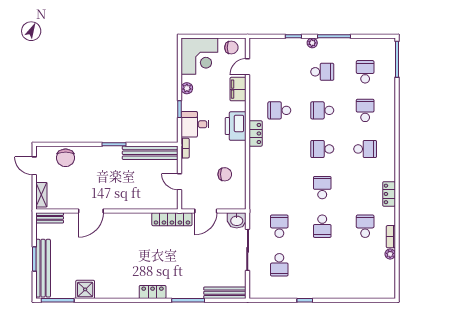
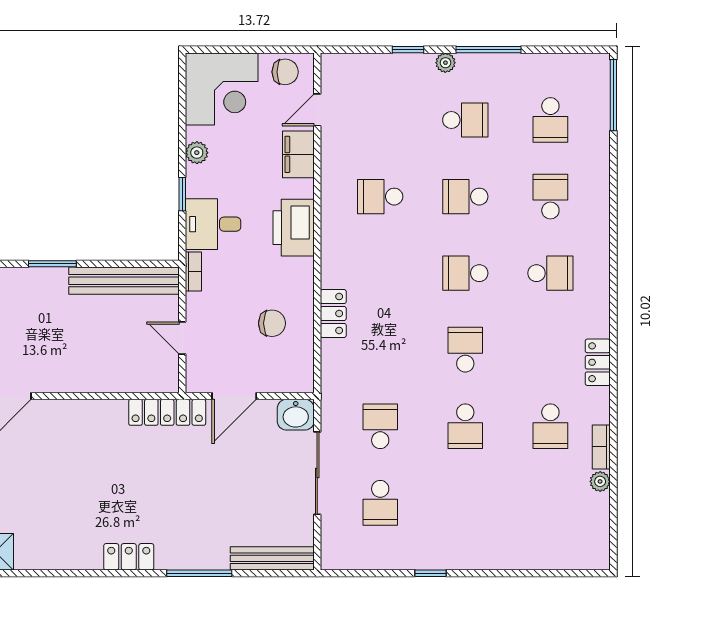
school desk: (365, 72) -> (550, 120), turned 180
locker: (256, 133) -> (333, 313), moved
school desk: (365, 226) -> (550, 426), turned 180

